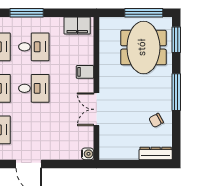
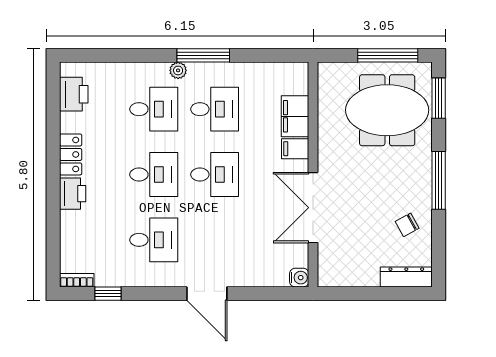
plant: (11, 22) -> (178, 70), added
filing cabinet: (77, 25) -> (295, 116), moved, turned 90
meeting table: (143, 47) -> (387, 110), turned 90
double door: (96, 109) -> (313, 208), width x1.37

